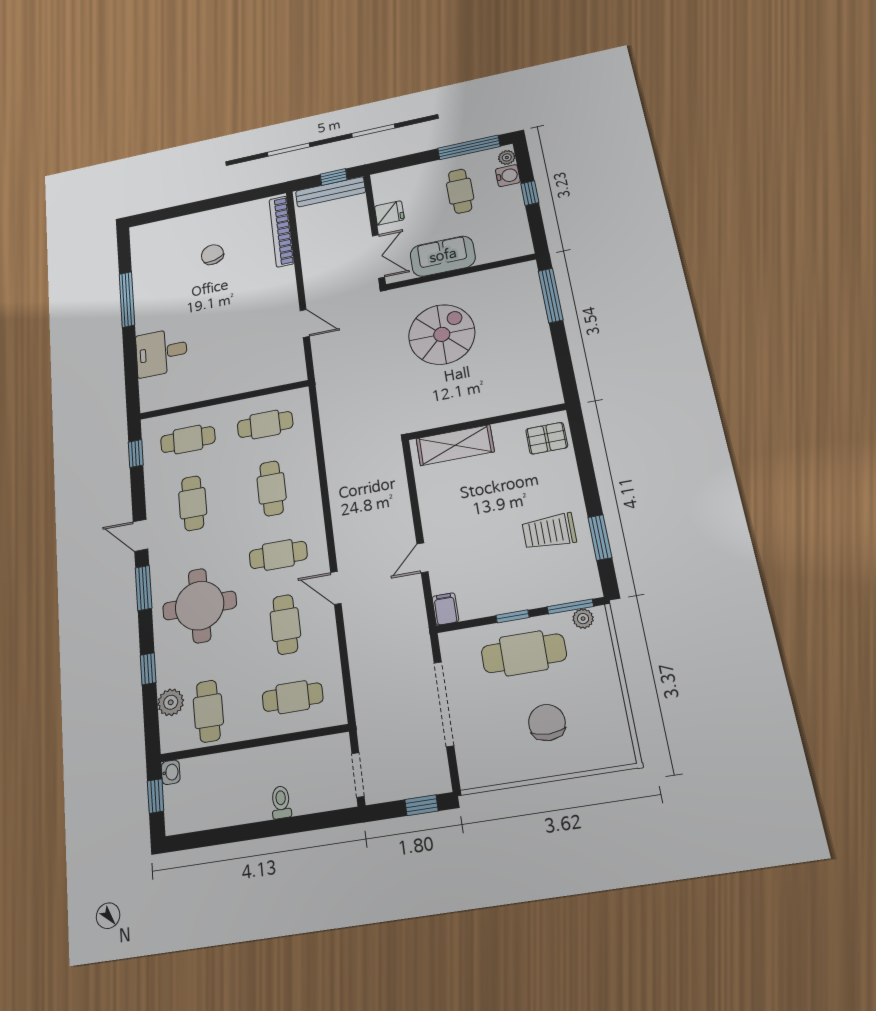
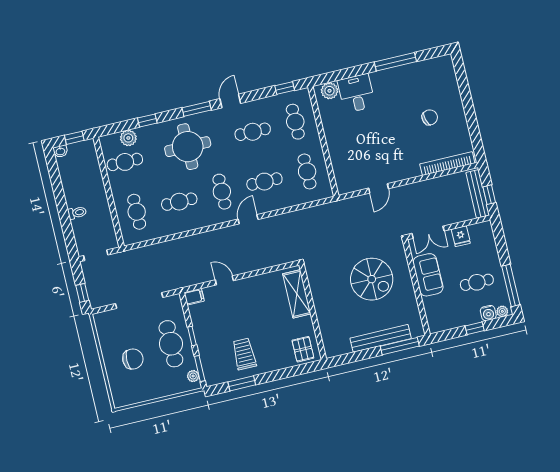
bench: (536, 323) -> (381, 338), added
plant: (151, 390) -> (329, 91), added
door: (336, 588) -> (248, 219), moved
washbasin: (171, 772) -> (60, 151), moved

